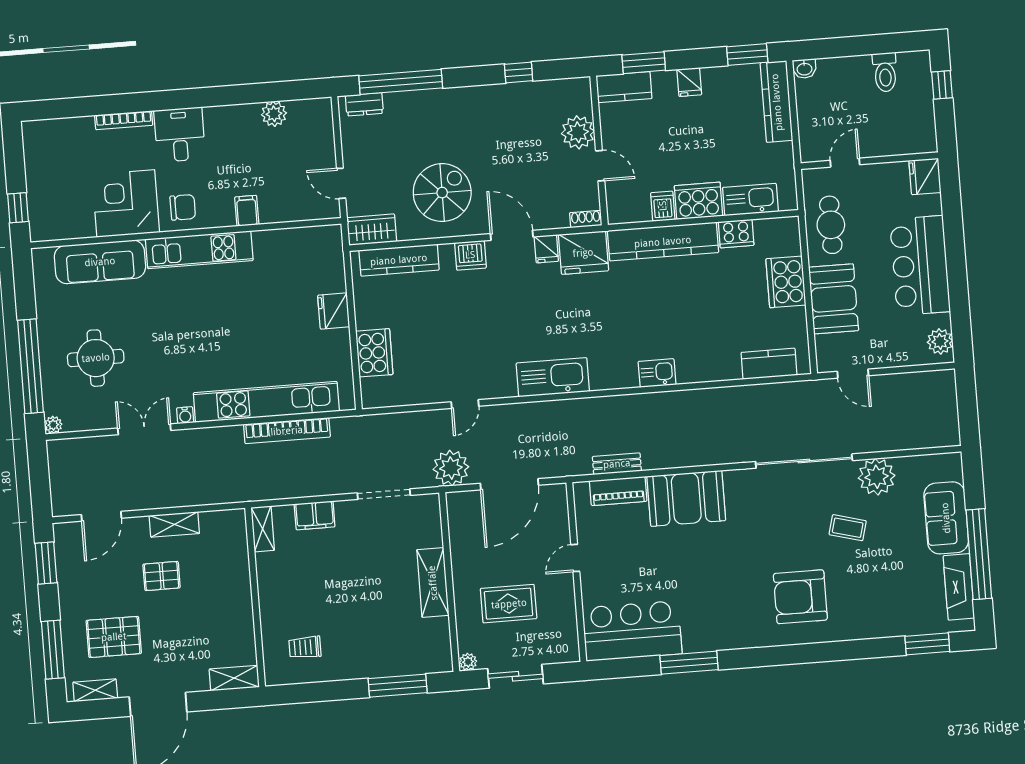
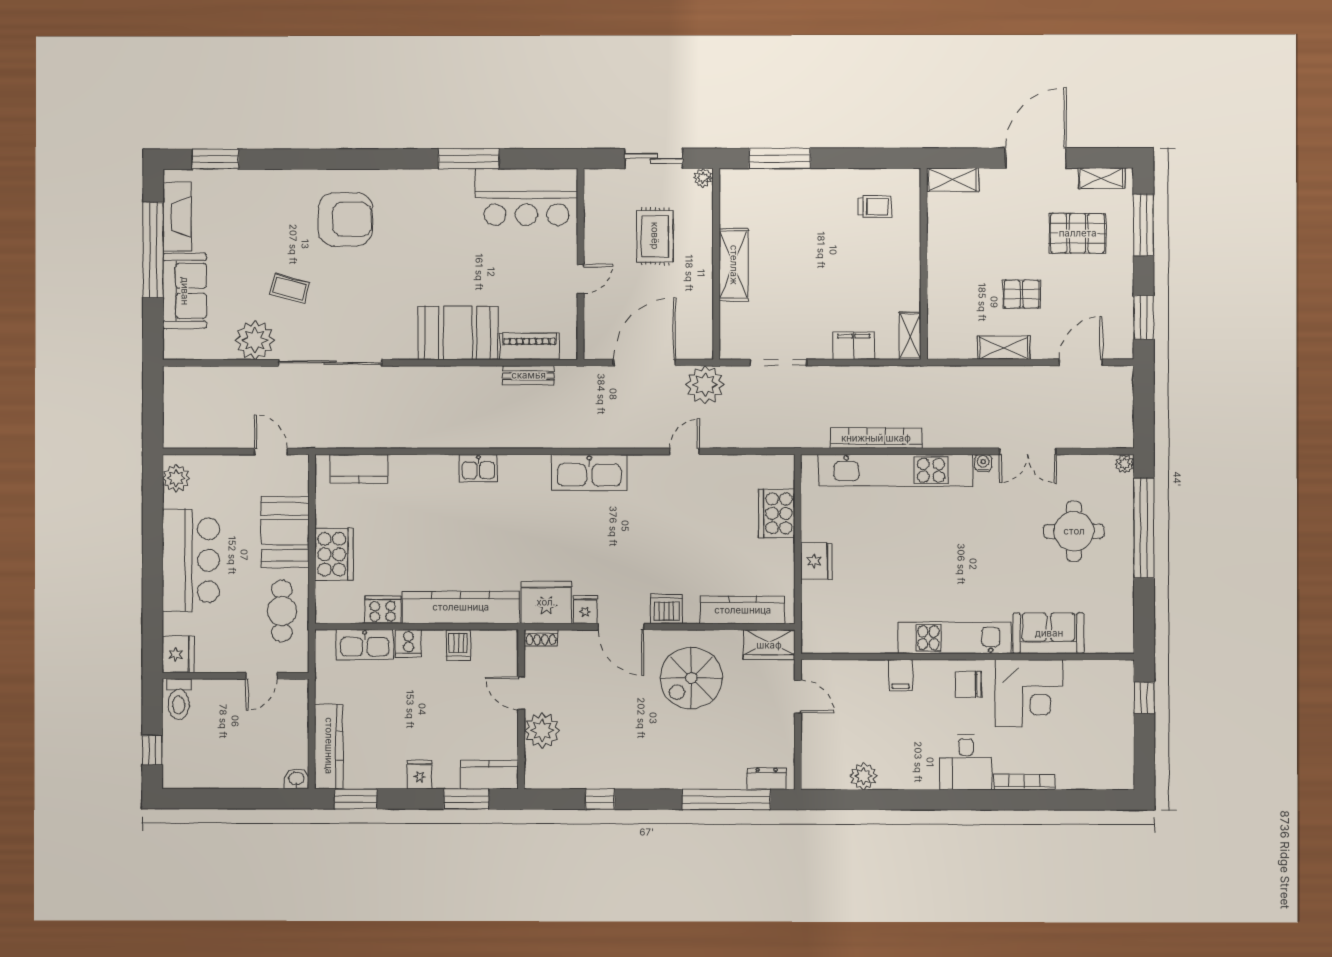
toilet: (885, 72) -> (179, 699), moved, turned 180
cooker: (698, 201) -> (408, 643), width x0.53, depth x0.76
sofa: (100, 262) -> (1049, 633), width x0.73
rug: (509, 604) -> (655, 236), turned 90

